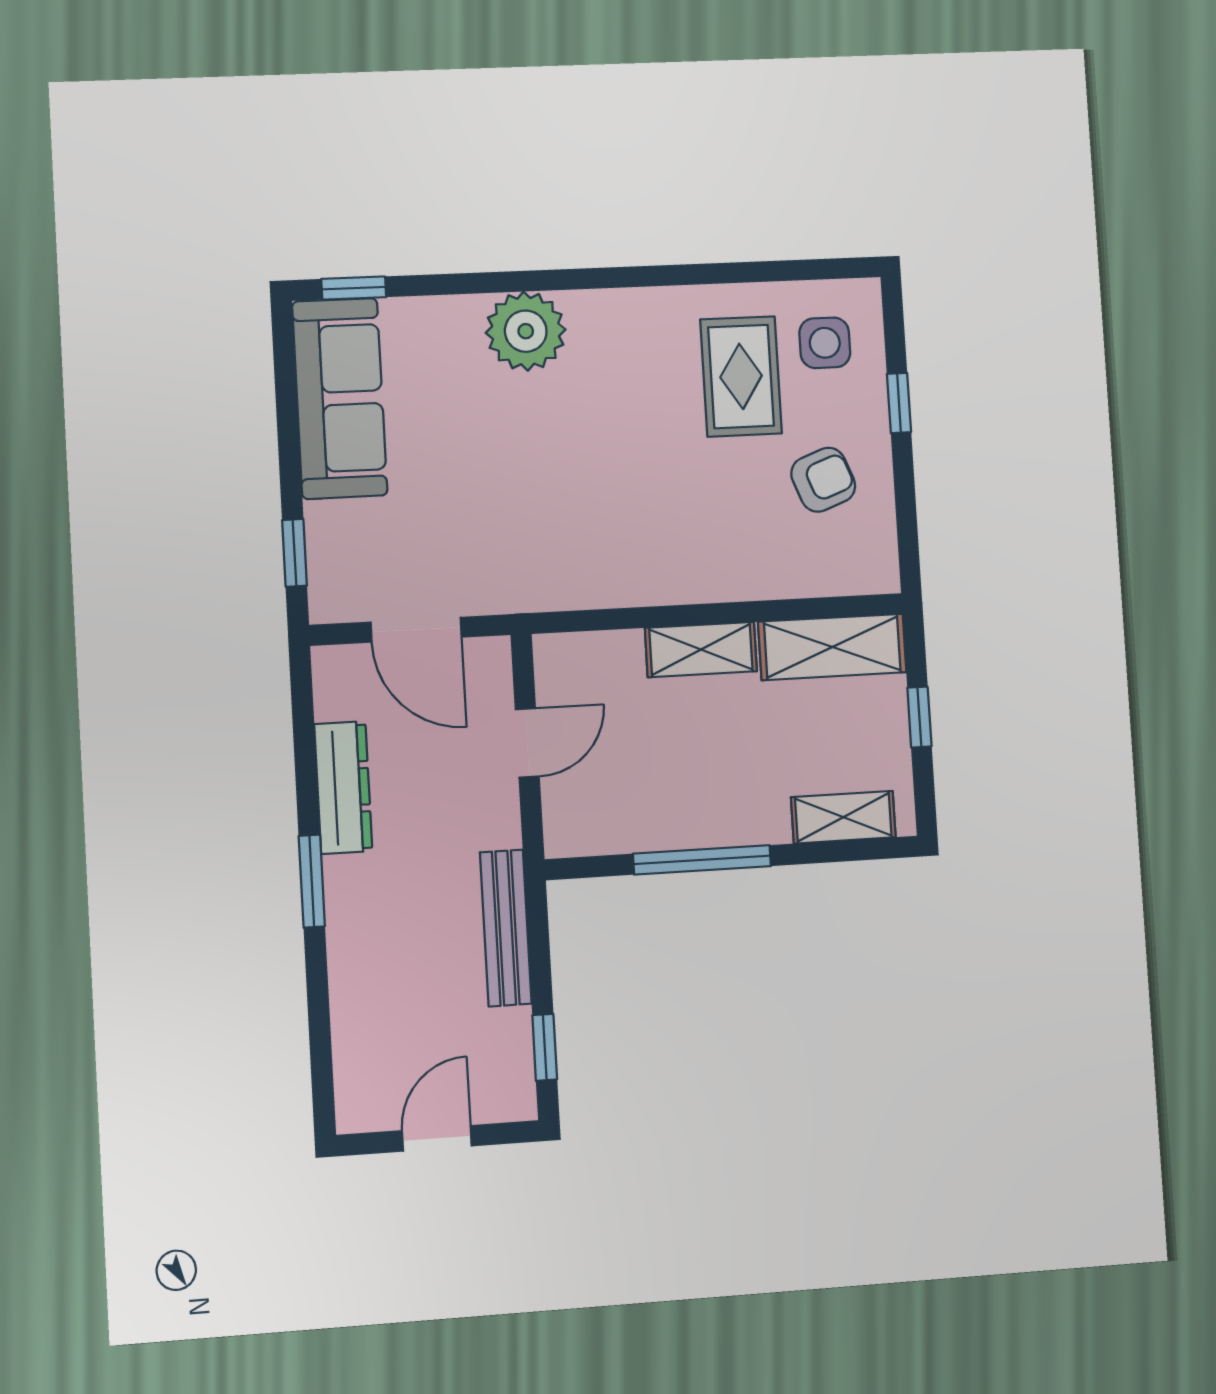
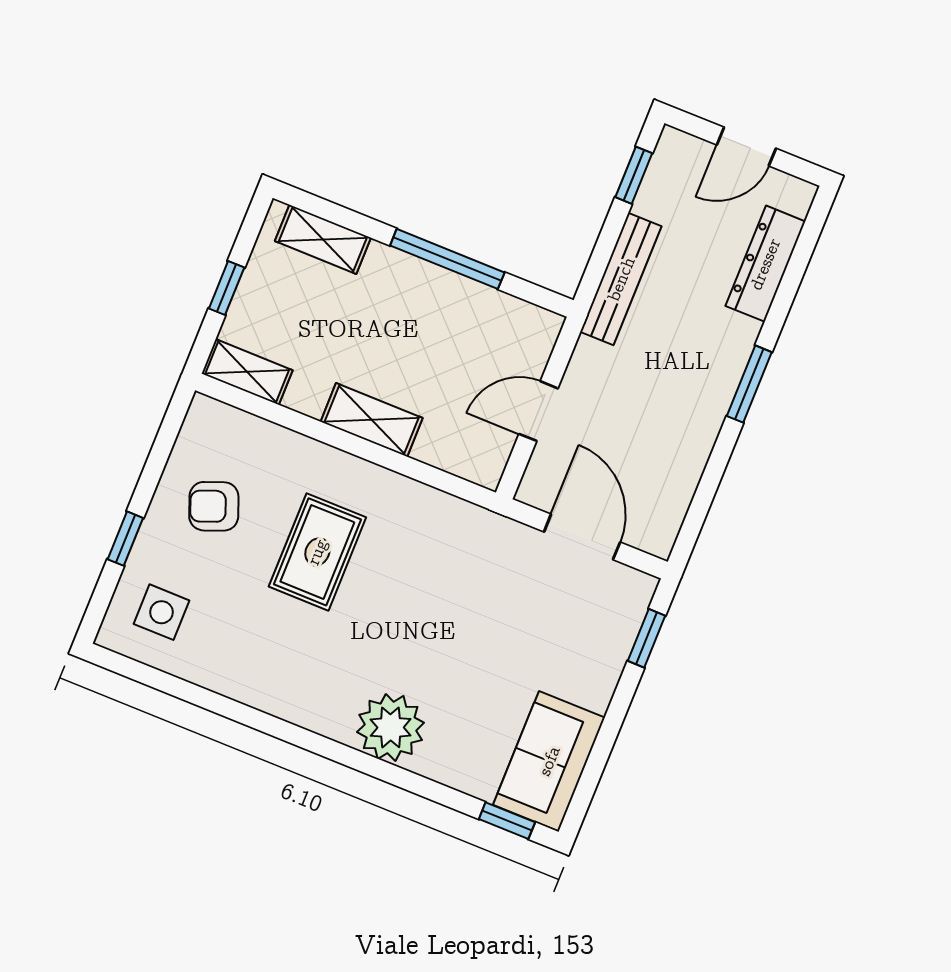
rug: (741, 376) -> (317, 552), moved
sofa: (340, 398) -> (549, 761), width x0.73
shelving: (832, 647) -> (247, 372), width x0.67, depth x0.75
dresser: (343, 788) -> (765, 264), moved

